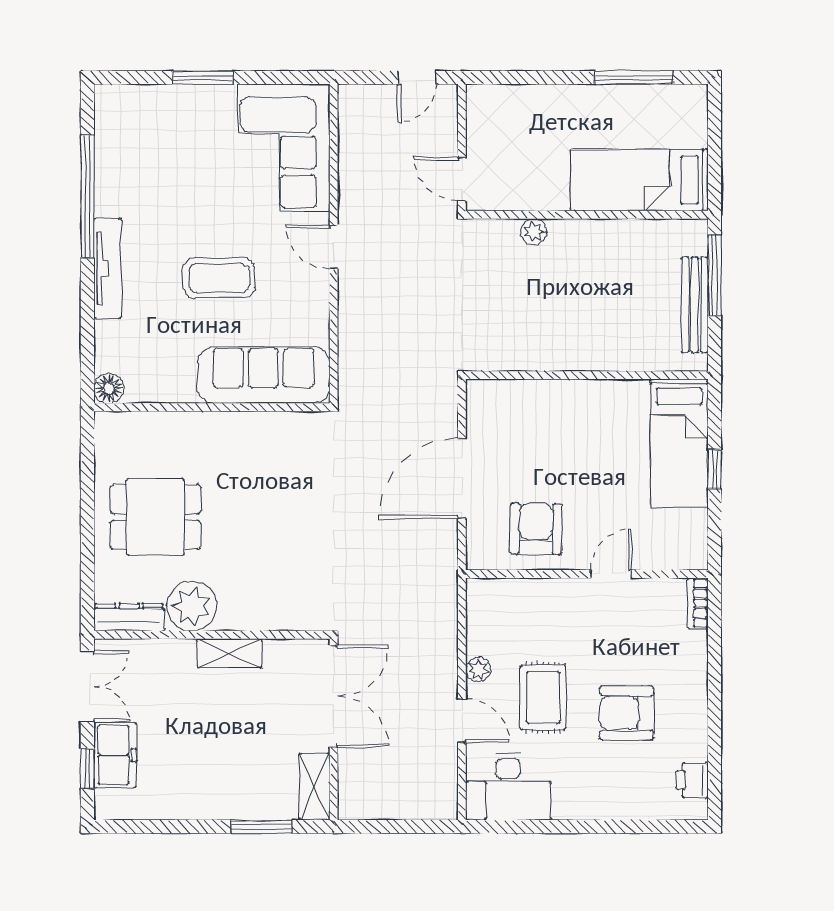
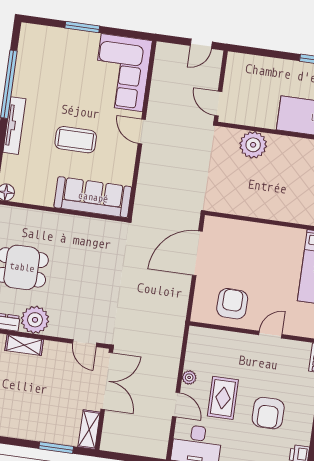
plant: (534, 232) -> (253, 145), width x1.88, depth x1.88
door: (462, 478) -> (197, 253), moved
door: (285, 635) -> (85, 343), added
shelving: (230, 653) -> (24, 345), moved
armchair: (627, 713) -> (268, 413), turned -90

